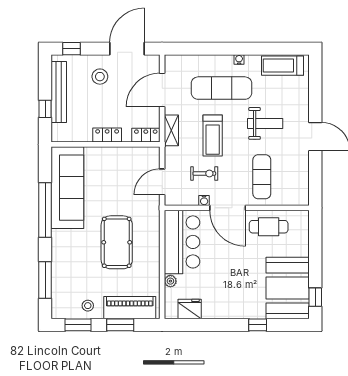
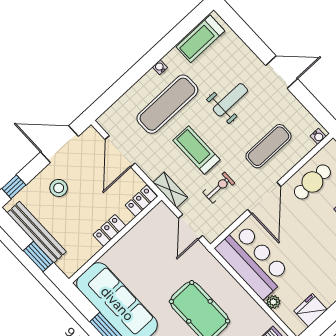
door: (127, 49) -> (59, 144), hinge flipped
window: (45, 109) -> (38, 257), width x1.50
shelving: (171, 130) -> (170, 190), moved
treadmill: (213, 136) -> (196, 150), turned 180
exercise mat: (262, 177) -> (268, 146), turned 90
water cooler: (204, 200) -> (318, 136), moved
door: (228, 208) -> (264, 198), hinge flipped

